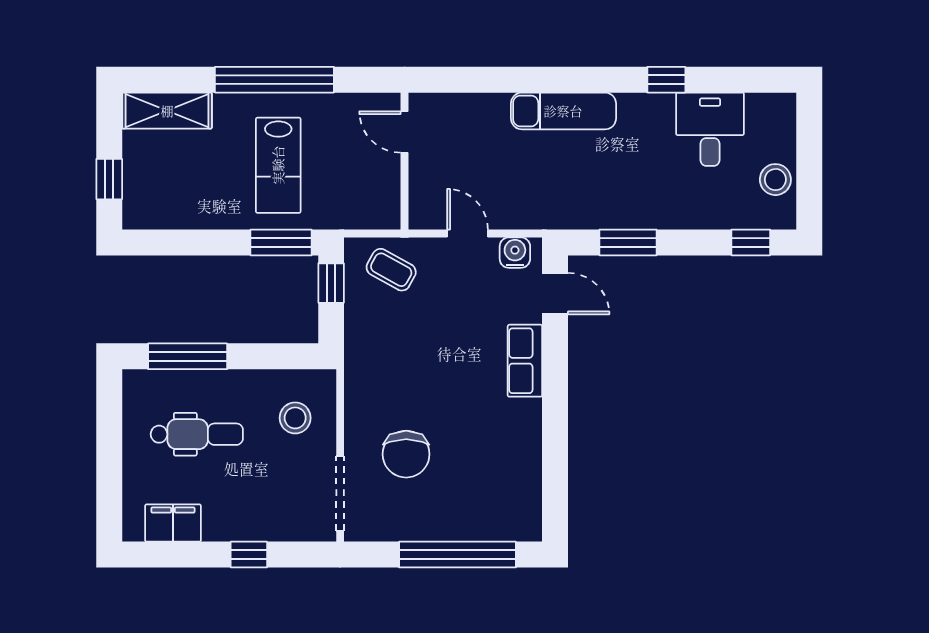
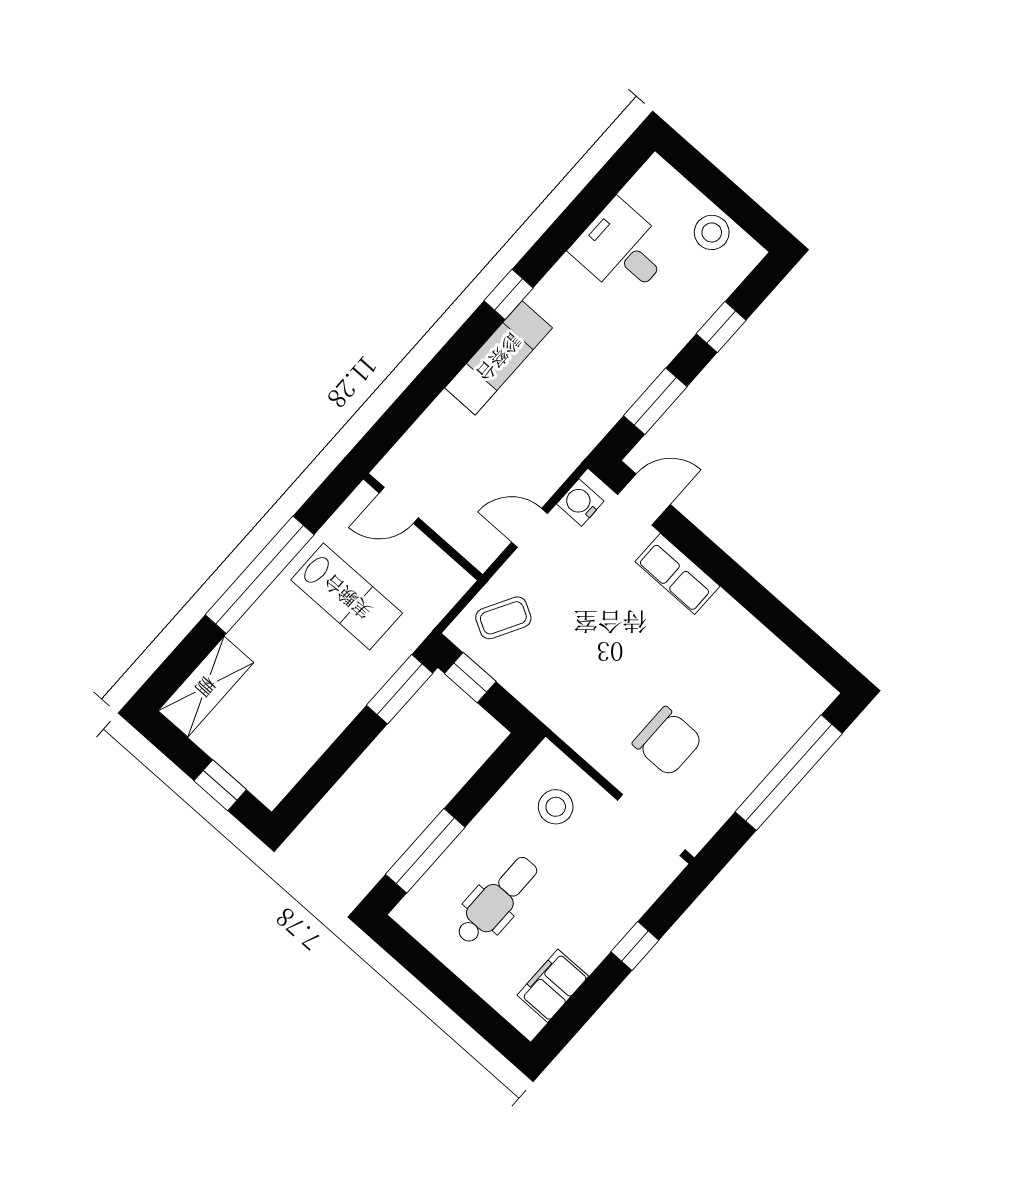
window: (666, 80) -> (509, 294), moved
lab bench: (278, 165) -> (347, 597), moved
window: (751, 242) -> (721, 327), moved

